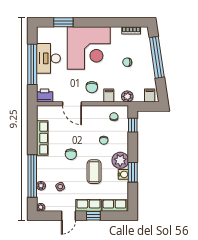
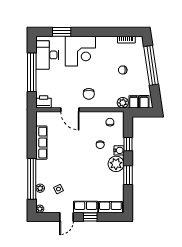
corner desk: (89, 48) -> (80, 51), width x0.74, depth x0.74
desk: (48, 58) -> (47, 55), moved
filing cabinet: (109, 96) -> (134, 102), moved
window: (133, 125) -> (128, 144), moved
chair: (71, 154) -> (69, 158), removed
coffee table: (94, 172) -> (91, 175), removed
water cooler: (123, 174) -> (119, 150), moved

